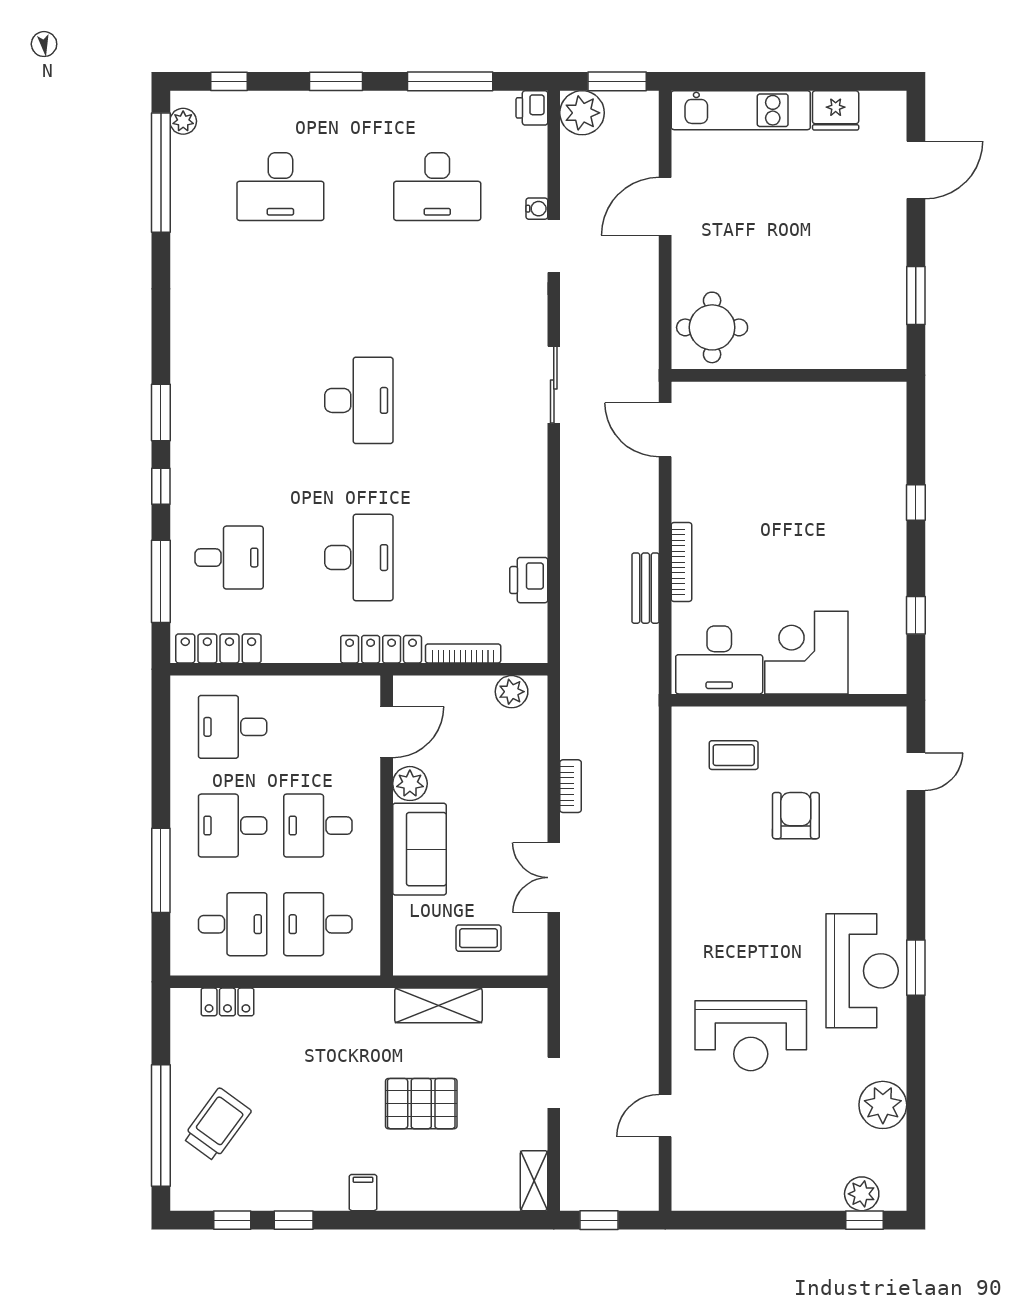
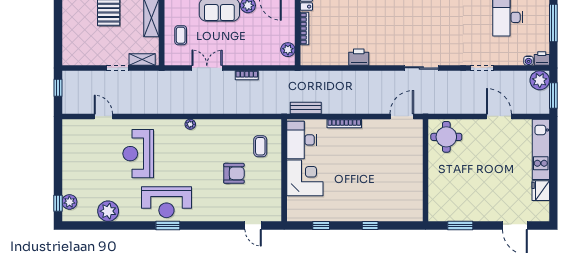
water cooler: (537, 209) -> (529, 61), moved
printer: (529, 580) -> (359, 57), moved
bench: (646, 588) -> (306, 108), moved
plant: (683, 916) -> (190, 124), added
shelving: (534, 1181) -> (142, 59), moved

